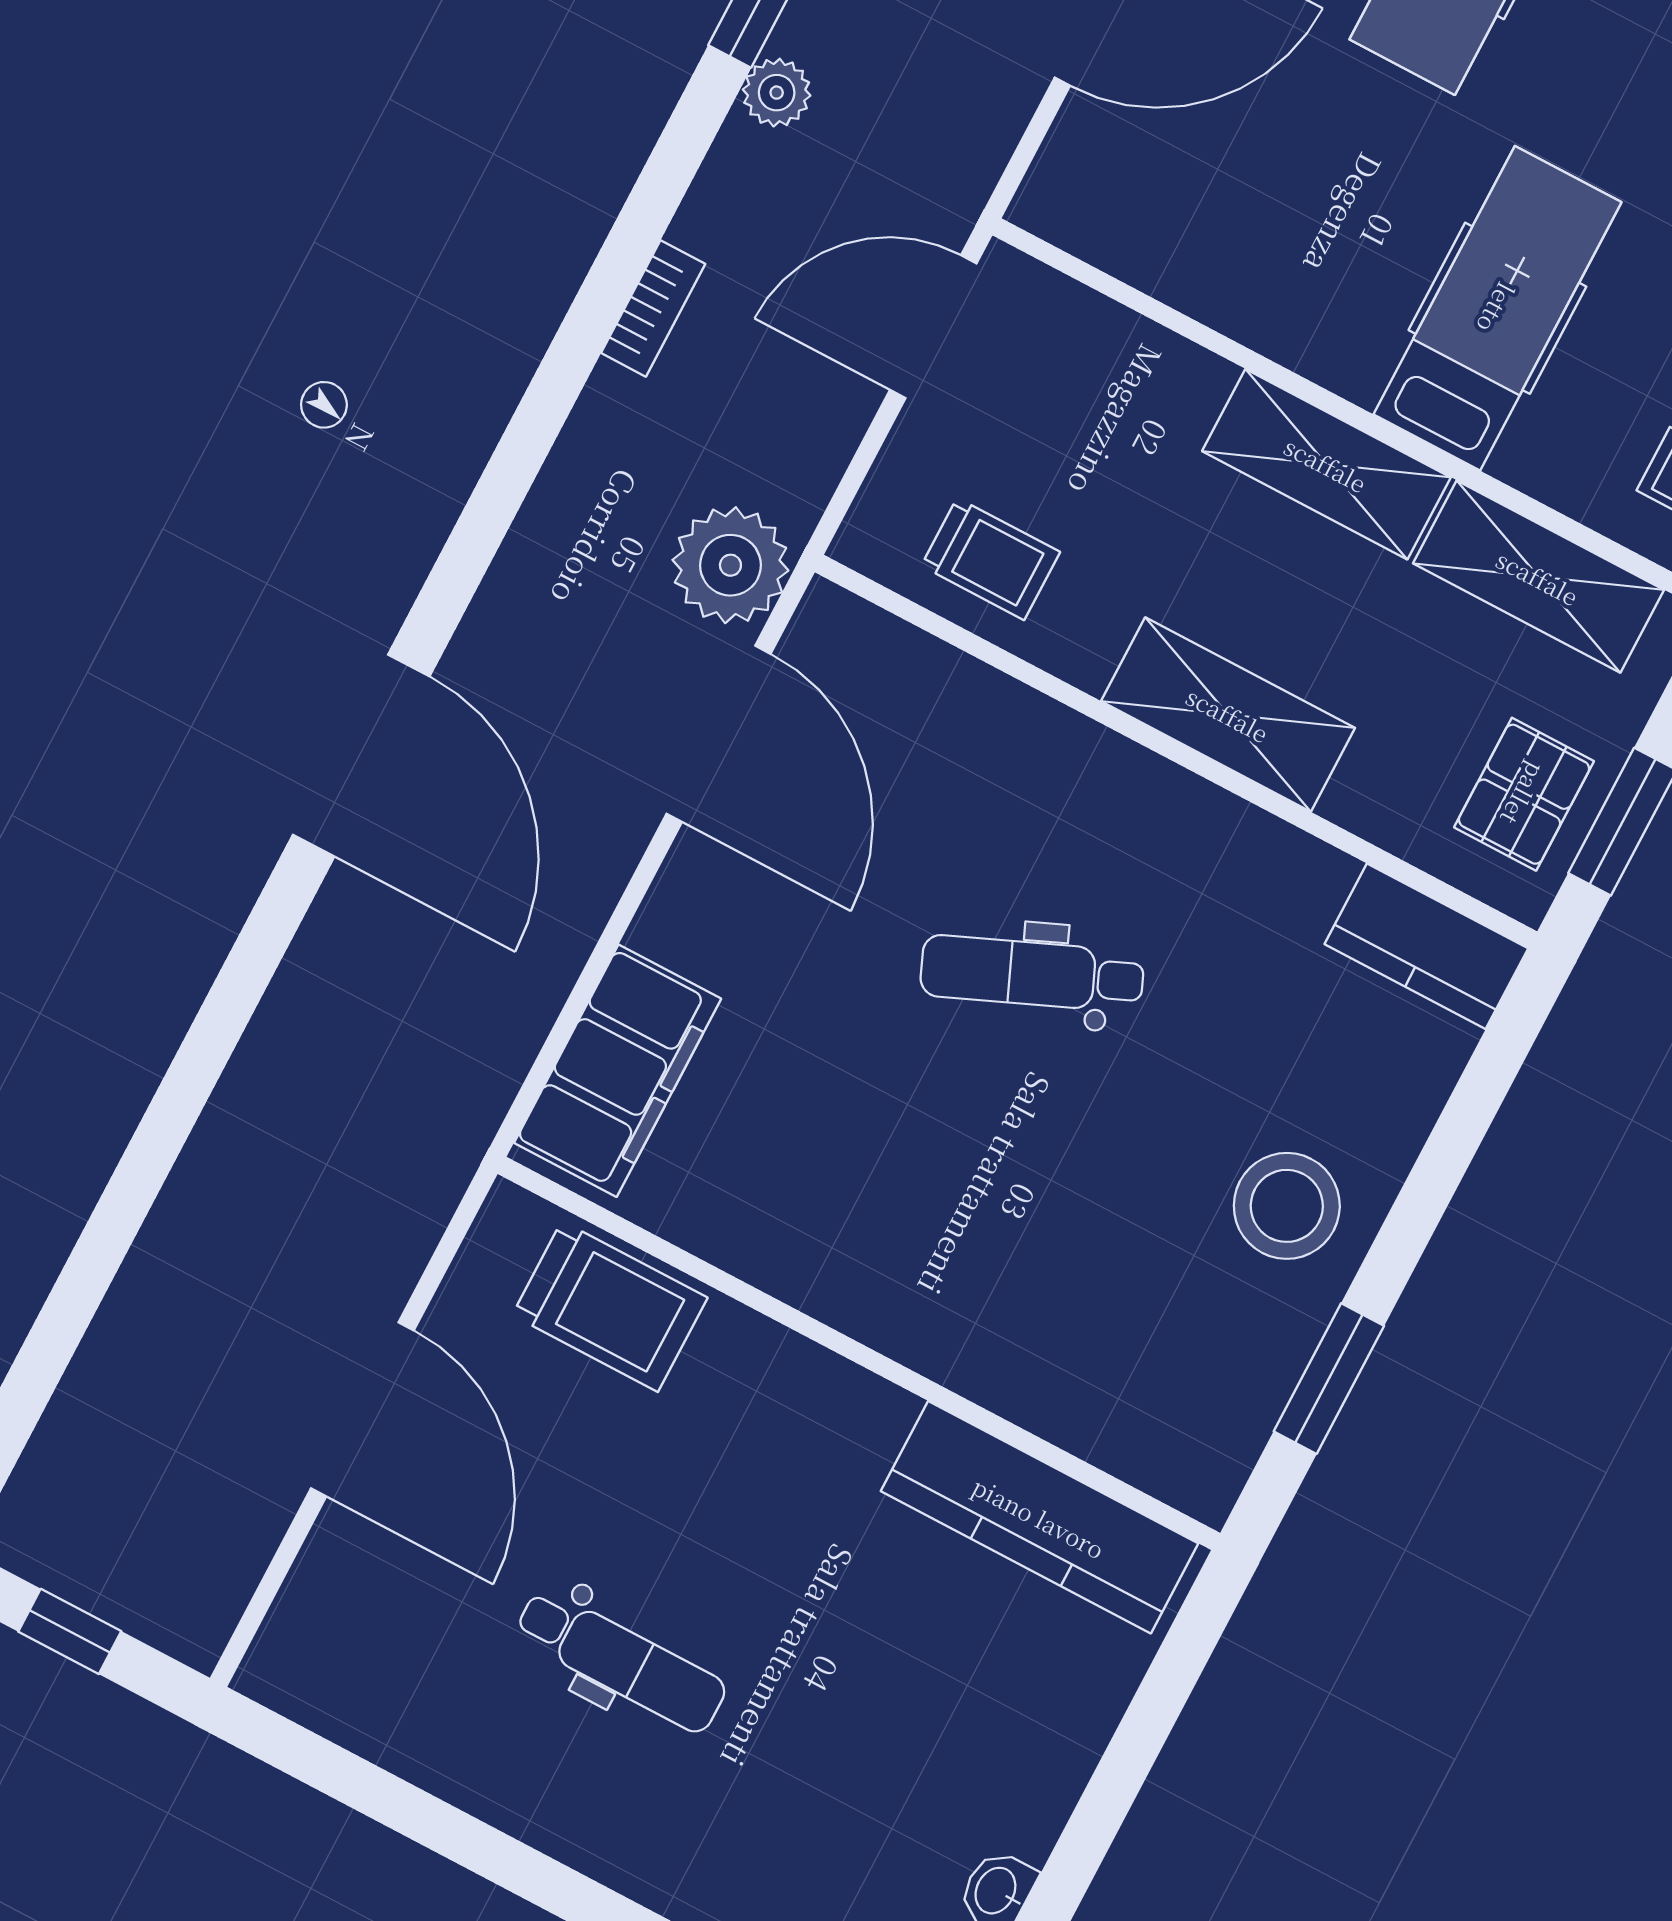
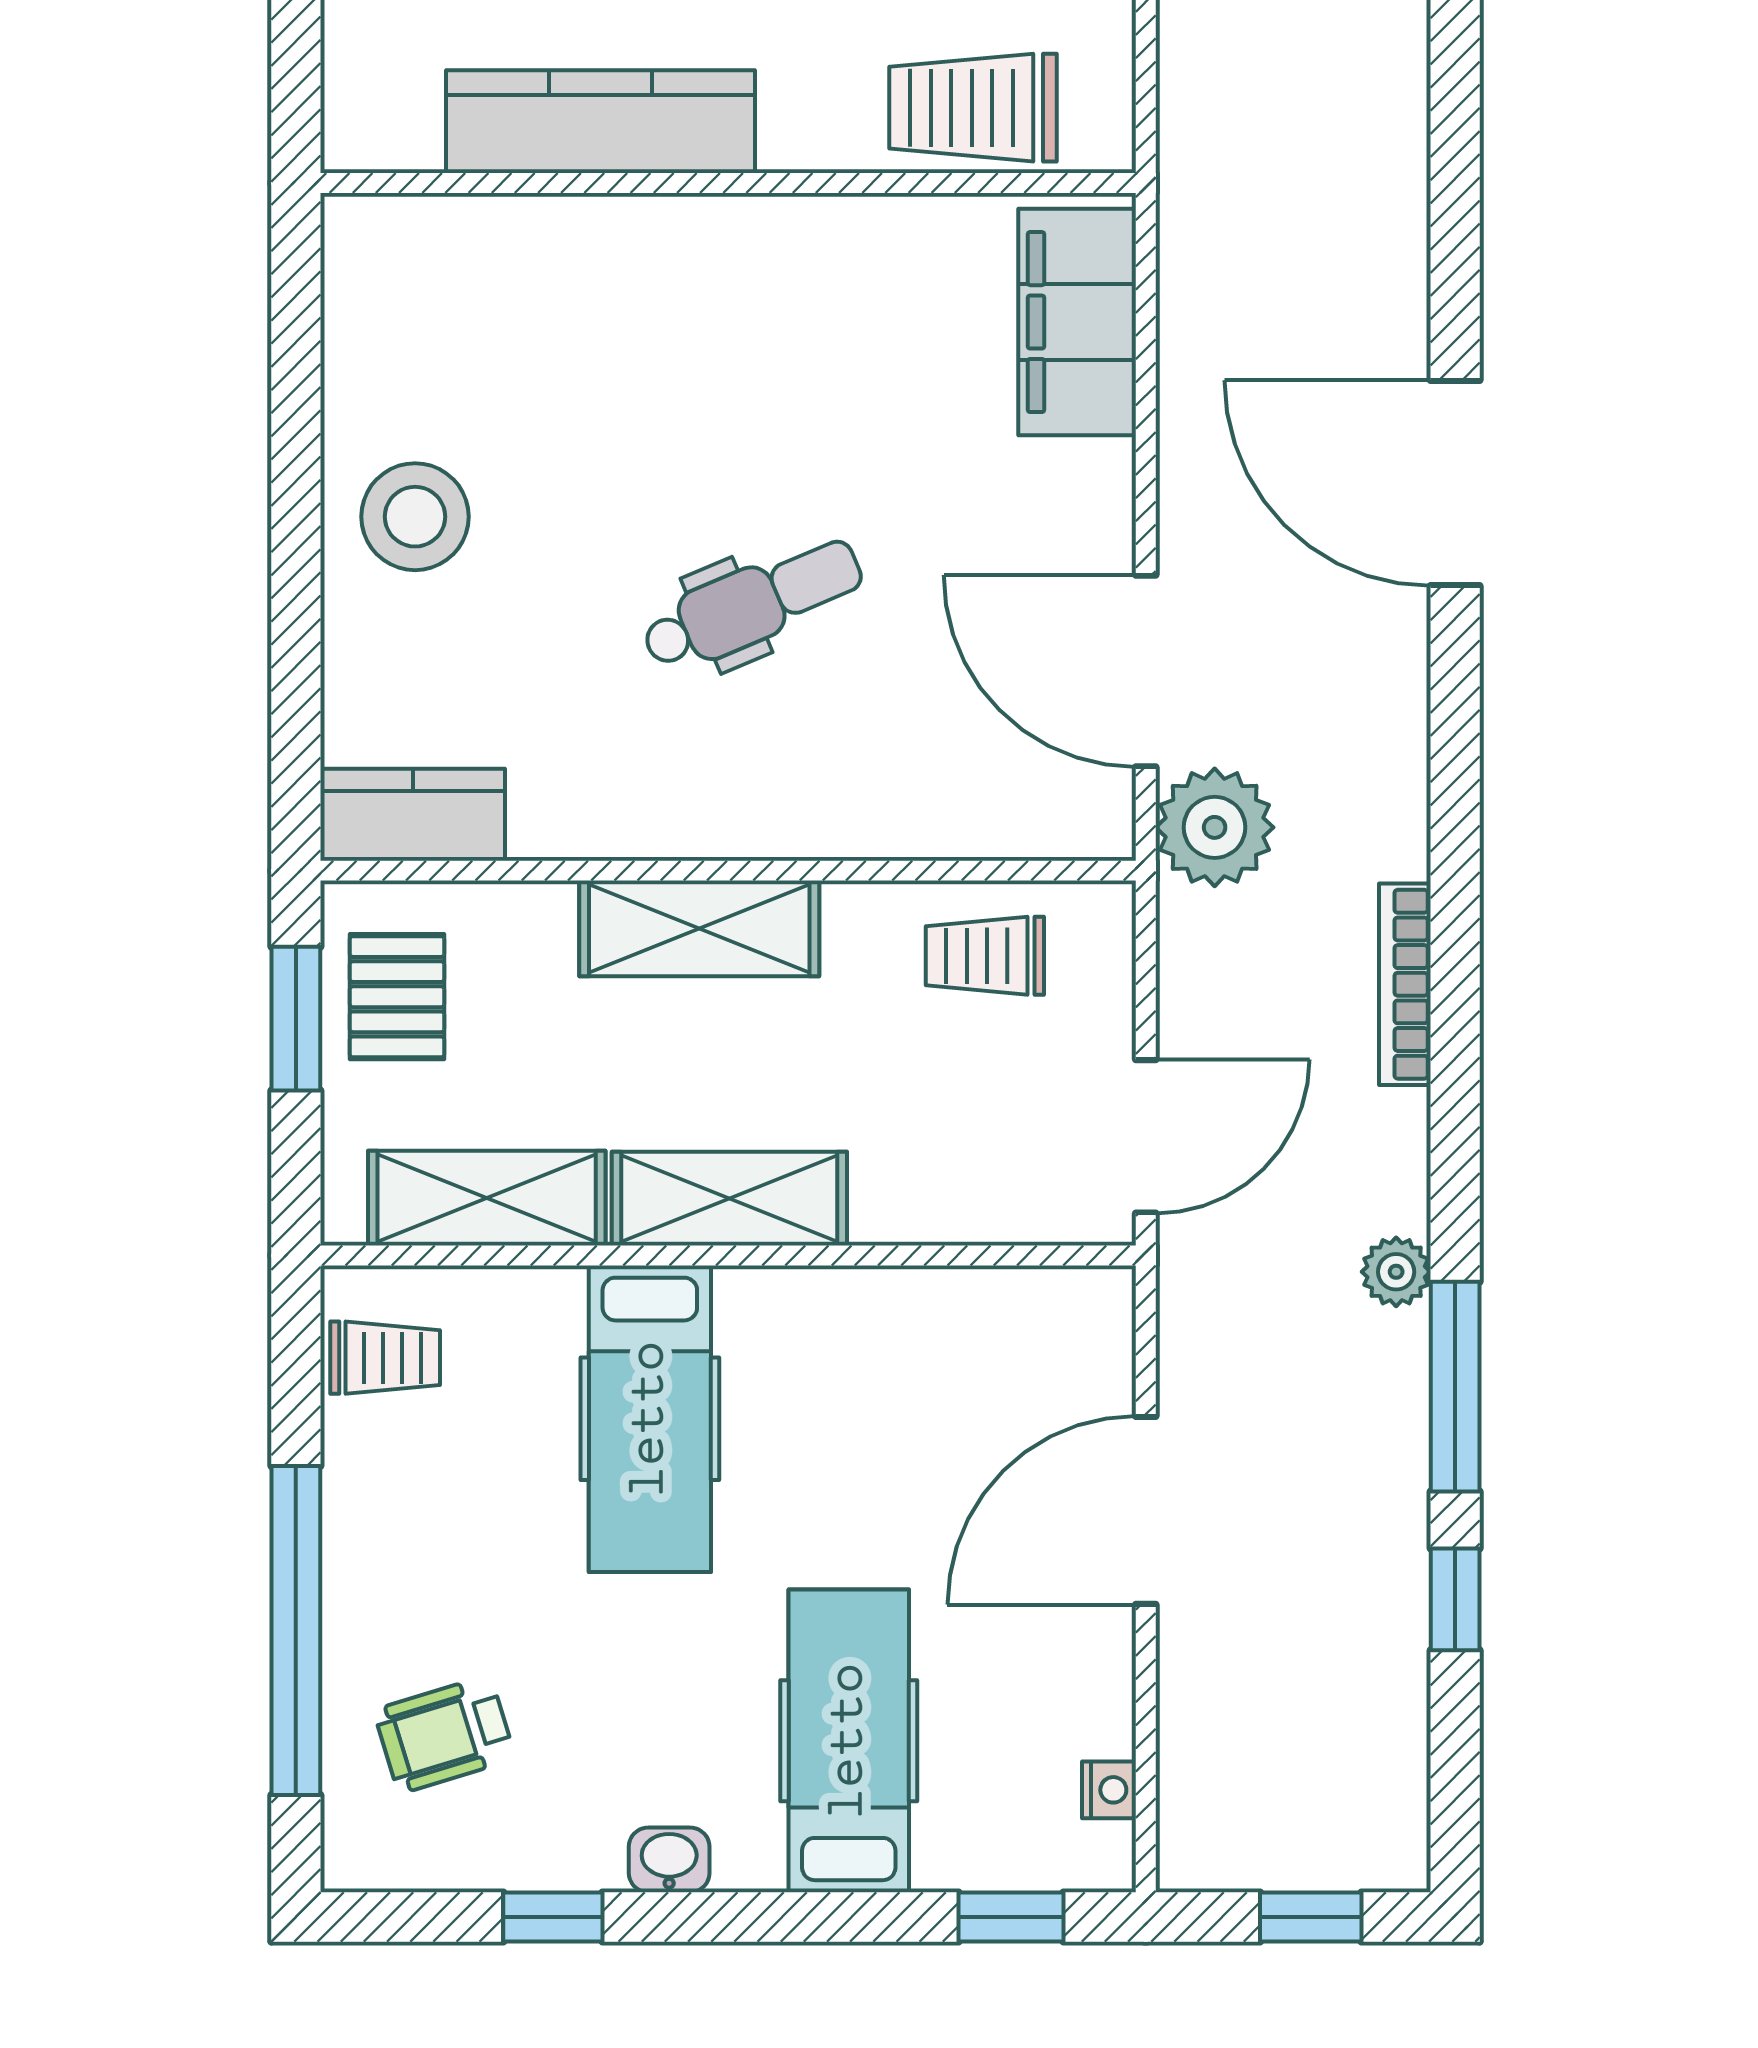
bookcase: (653, 308) -> (1405, 984), width x1.56
window: (1329, 1379) -> (296, 382), removed
kitchen counter: (1039, 1517) -> (600, 122), moved

